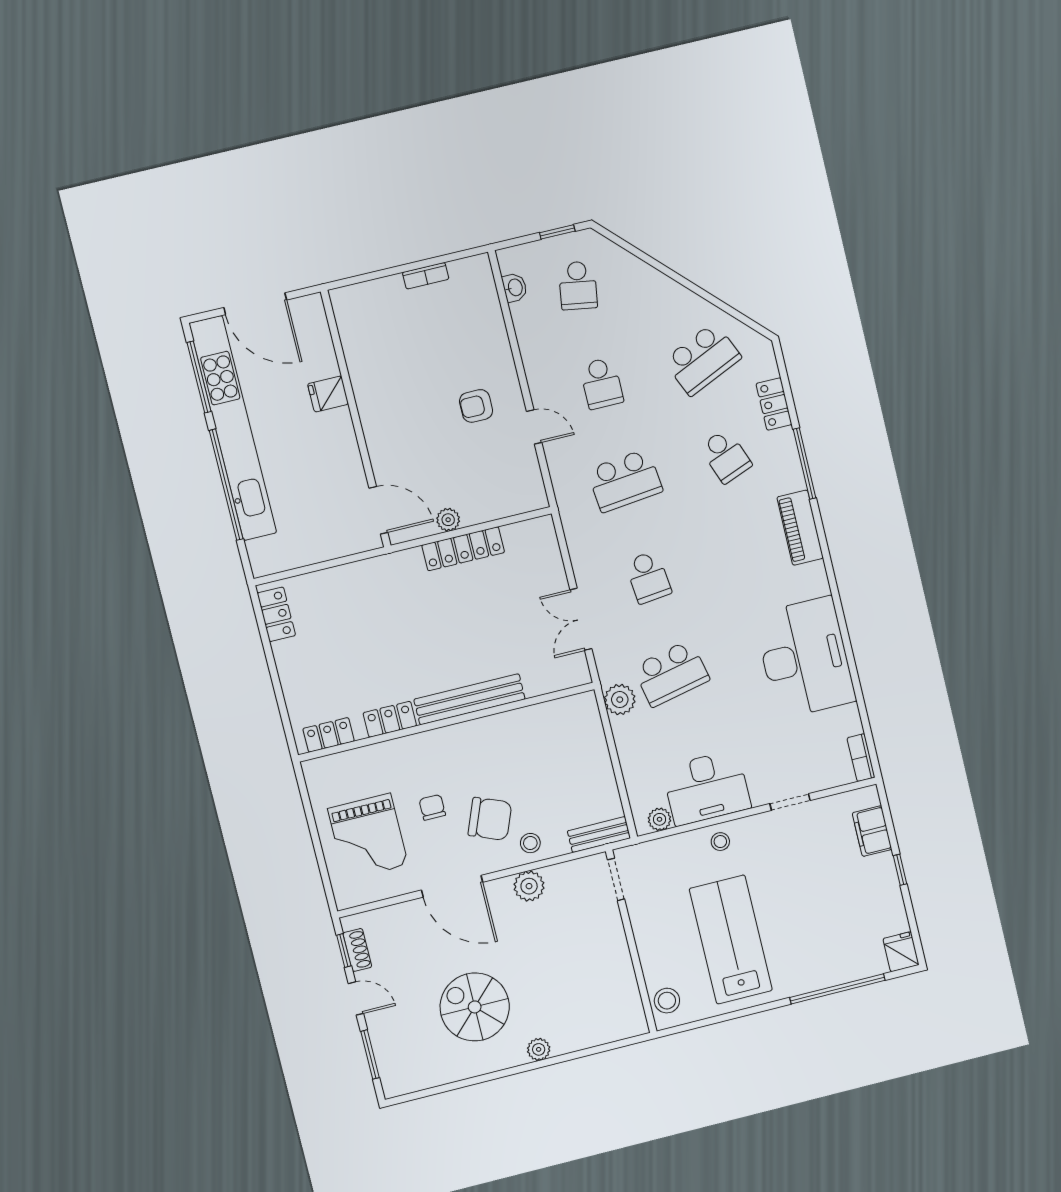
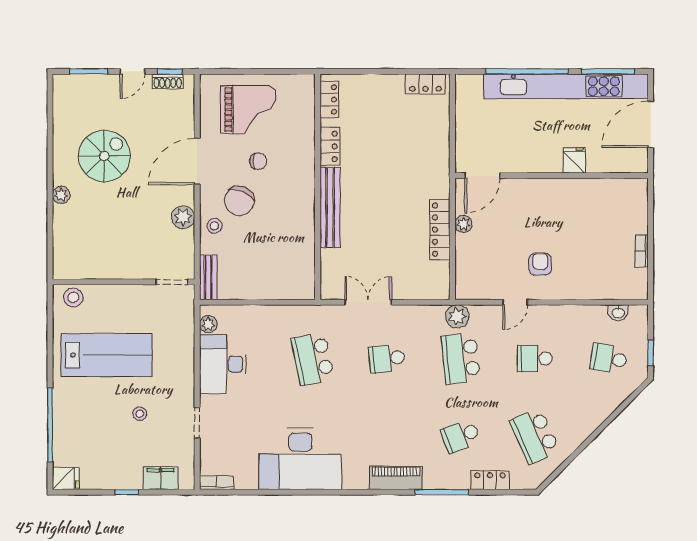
plant: (620, 700) -> (457, 316), moved
grand piano: (368, 837) -> (248, 110), turned 180
stool: (720, 842) -> (140, 414), moved

